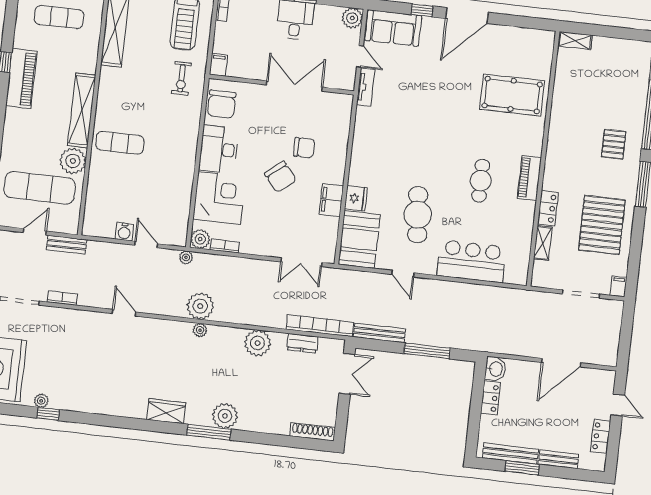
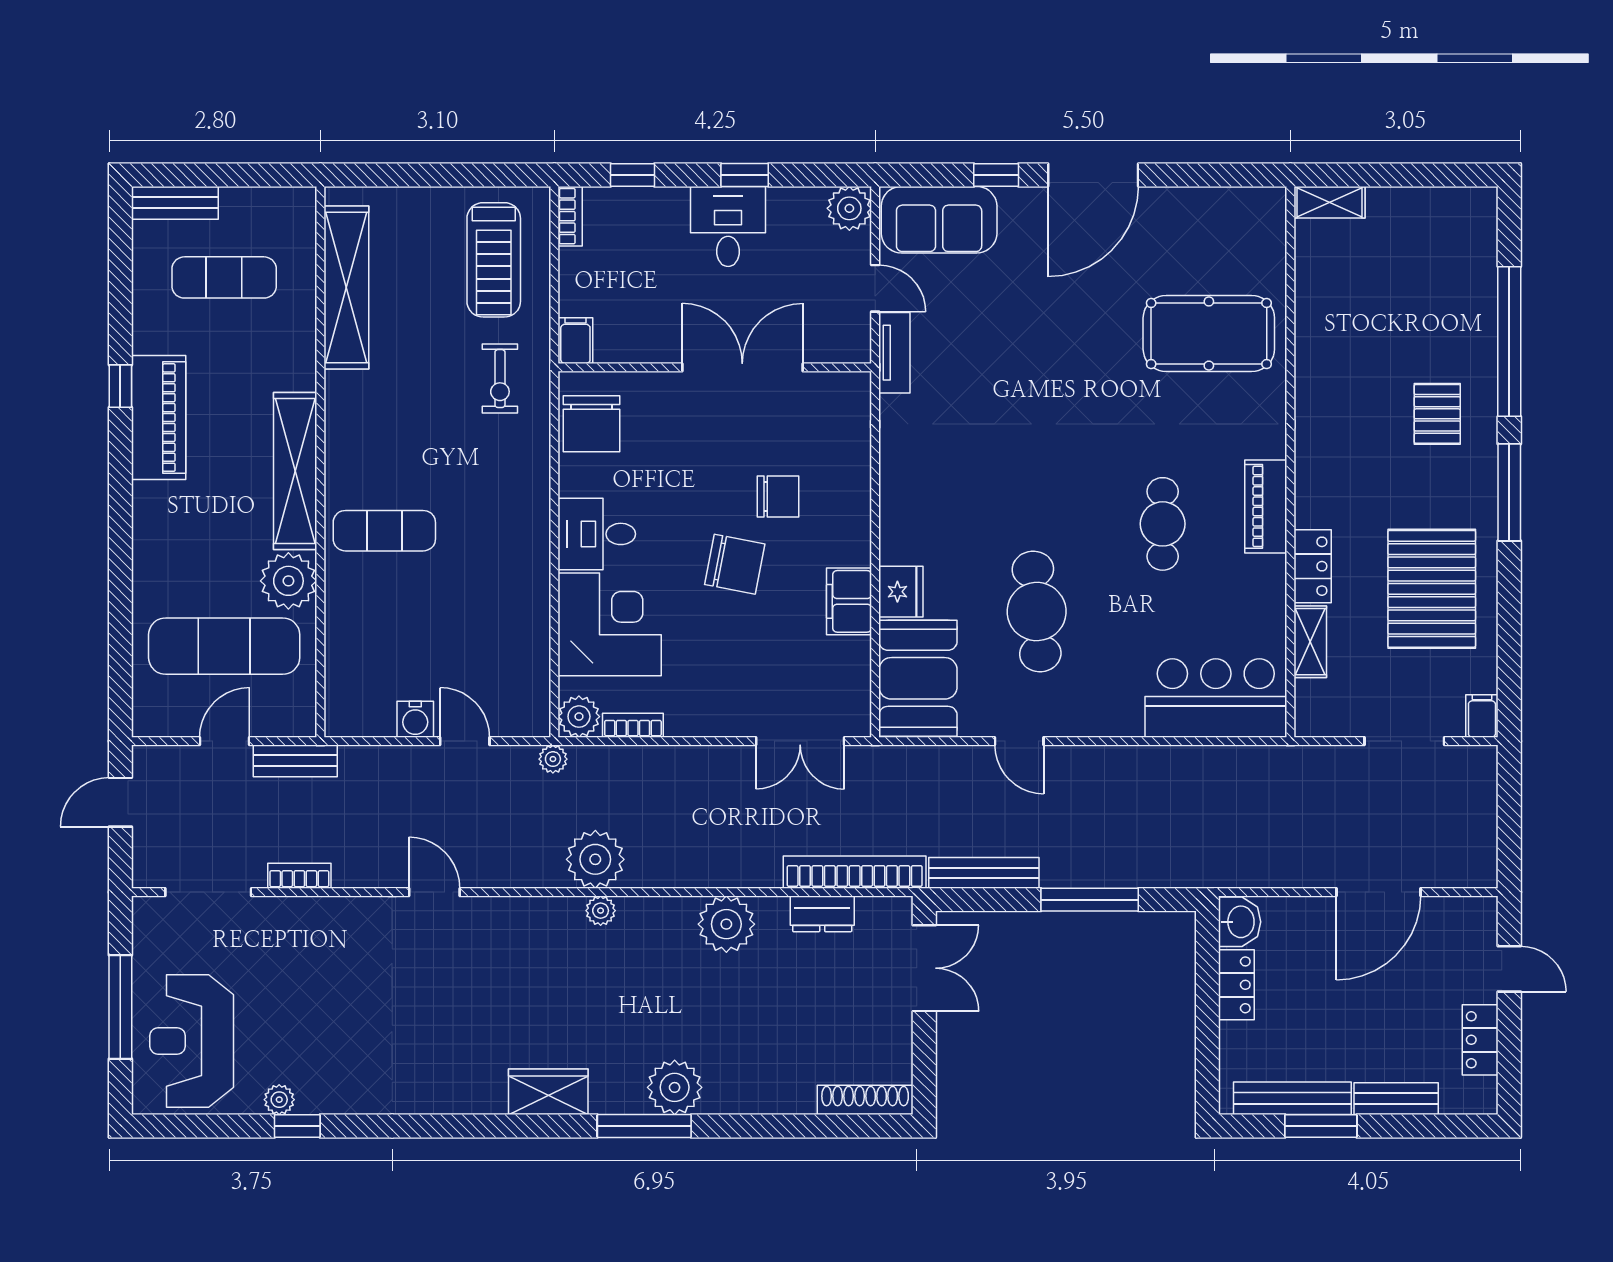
desk: (219, 149) -> (597, 534), width x0.73
chair: (280, 177) -> (735, 564), turned -39
bar counter: (472, 261) -> (1216, 698), moved

